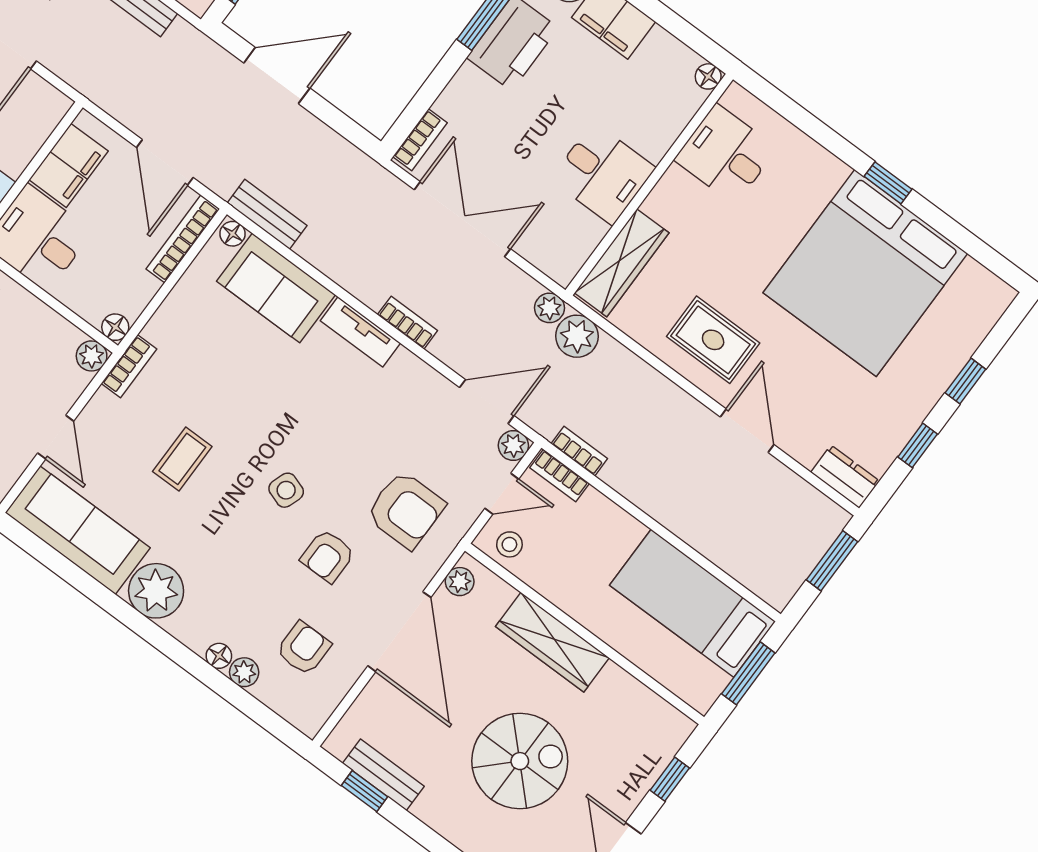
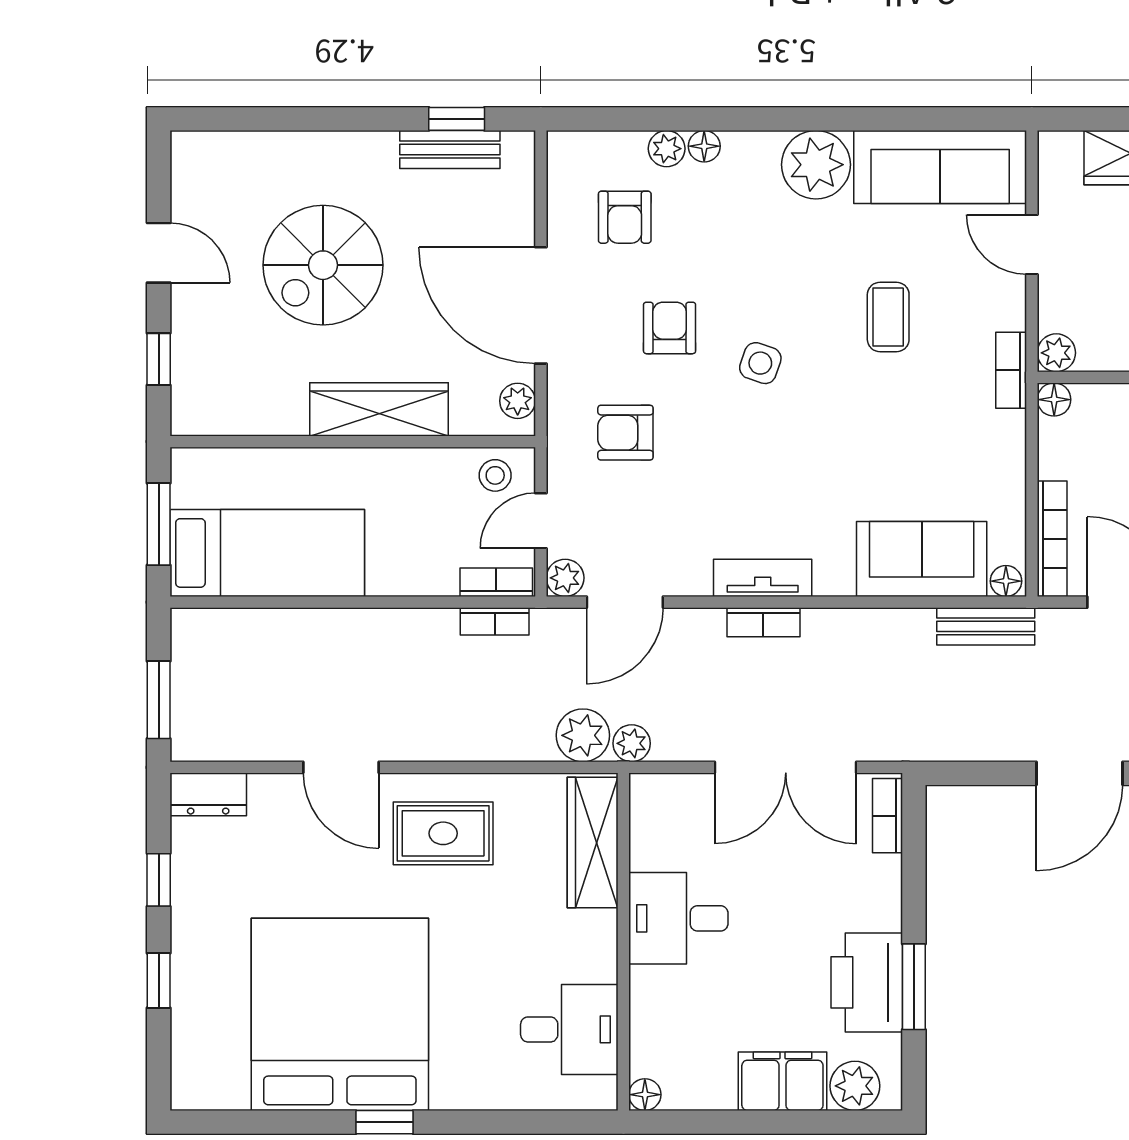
tv unit: (360, 332) -> (763, 578), moved
armchair: (406, 510) -> (625, 433), width x0.72, depth x0.72

